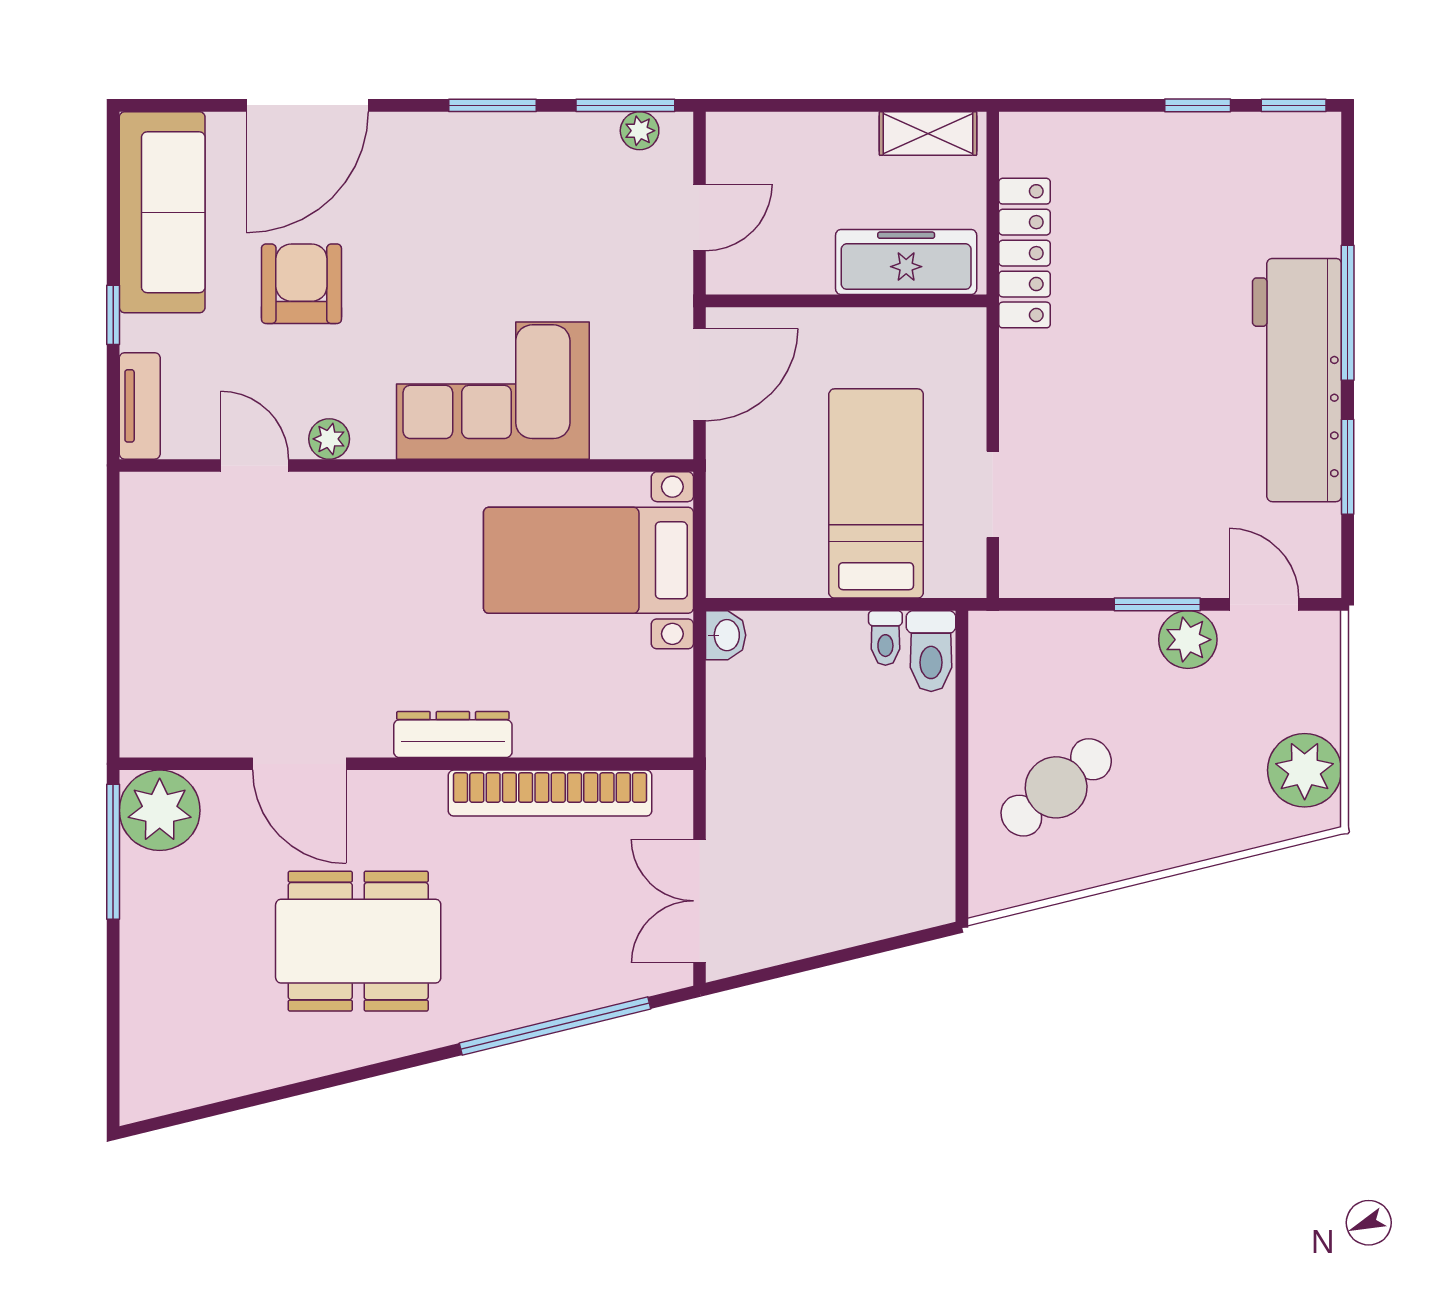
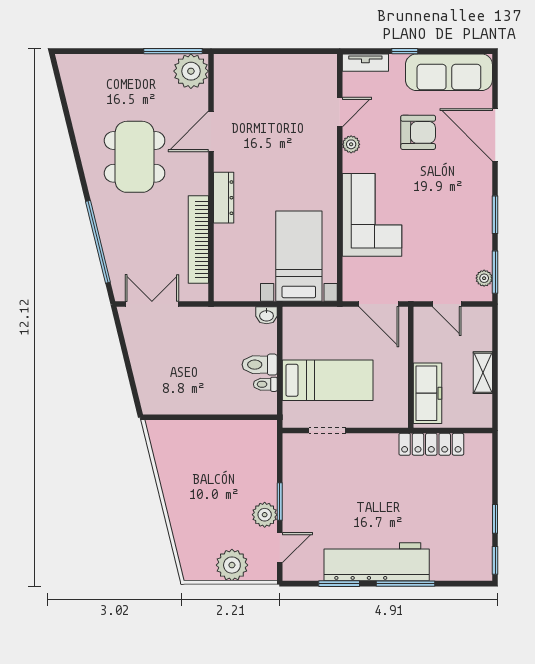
shelving: (928, 133) -> (483, 373), moved
toilet: (931, 651) -> (260, 365), moved
plant: (1305, 770) -> (232, 565), moved
cafe table: (1056, 787) -> (201, 458), removed

